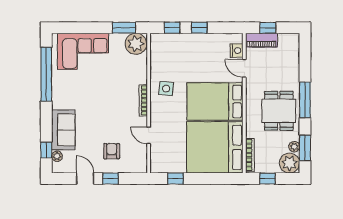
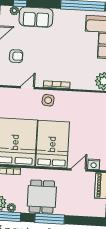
side table: (166, 89) -> (48, 100), moved
dining table: (279, 111) -> (42, 197), turned 90

